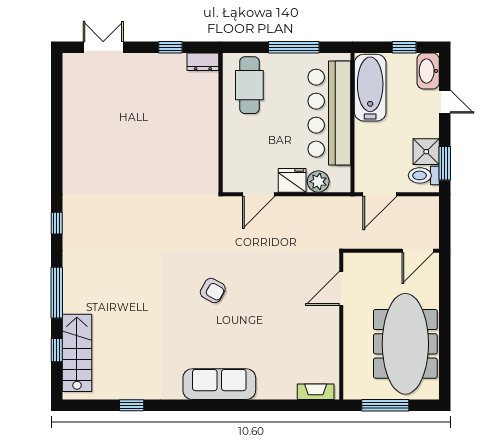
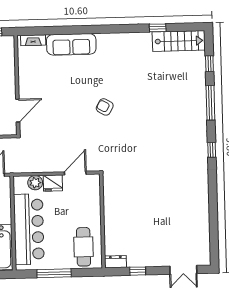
stairs: (77, 353) -> (179, 41), moved, turned -90
sofa: (219, 384) -> (71, 44), moved

